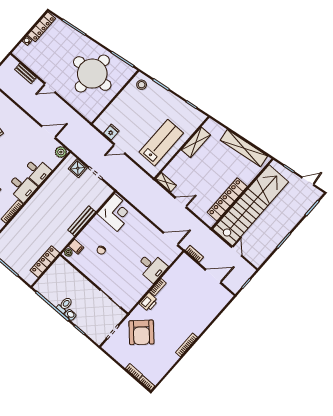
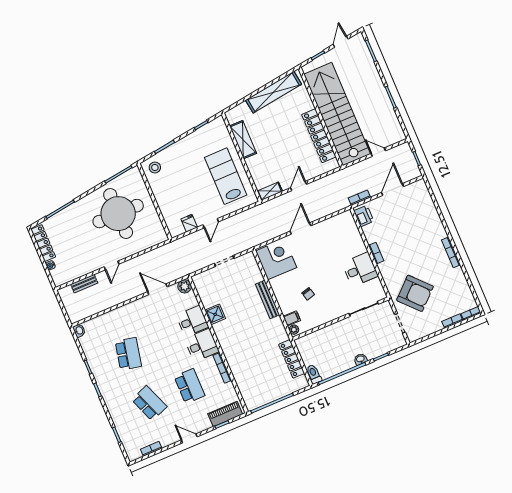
door: (49, 132) -> (157, 289), hinge flipped
shower: (78, 168) -> (215, 314), moved
door: (171, 239) -> (300, 229), moved
desk: (152, 267) -> (360, 269), moved
printer: (149, 302) -> (364, 216), moved
toilet: (65, 305) -> (314, 374), moved

